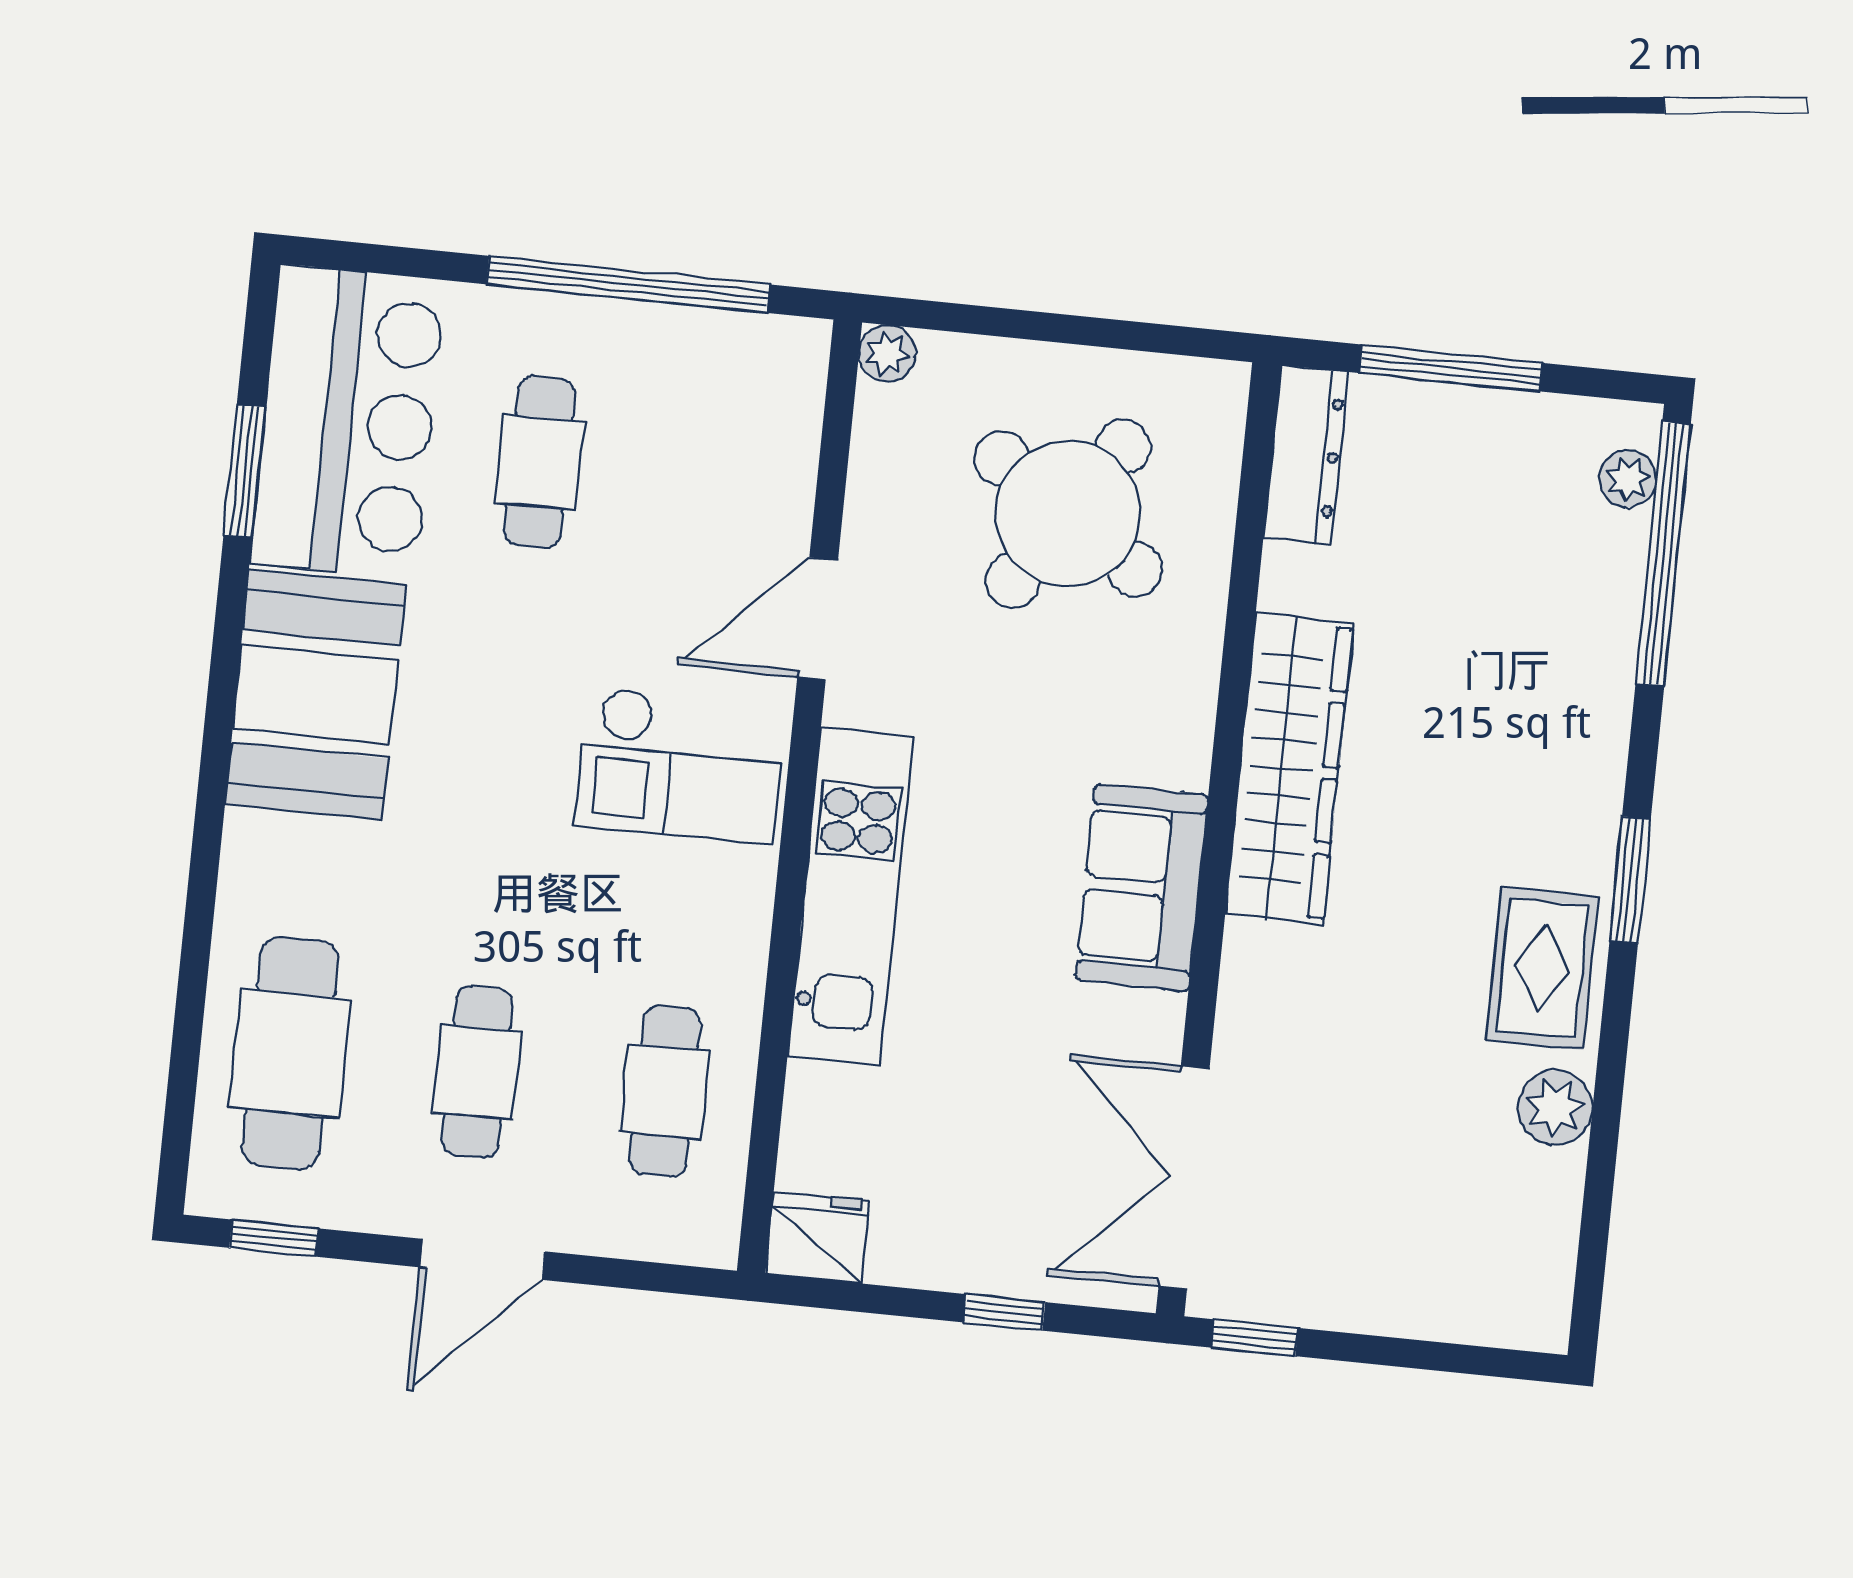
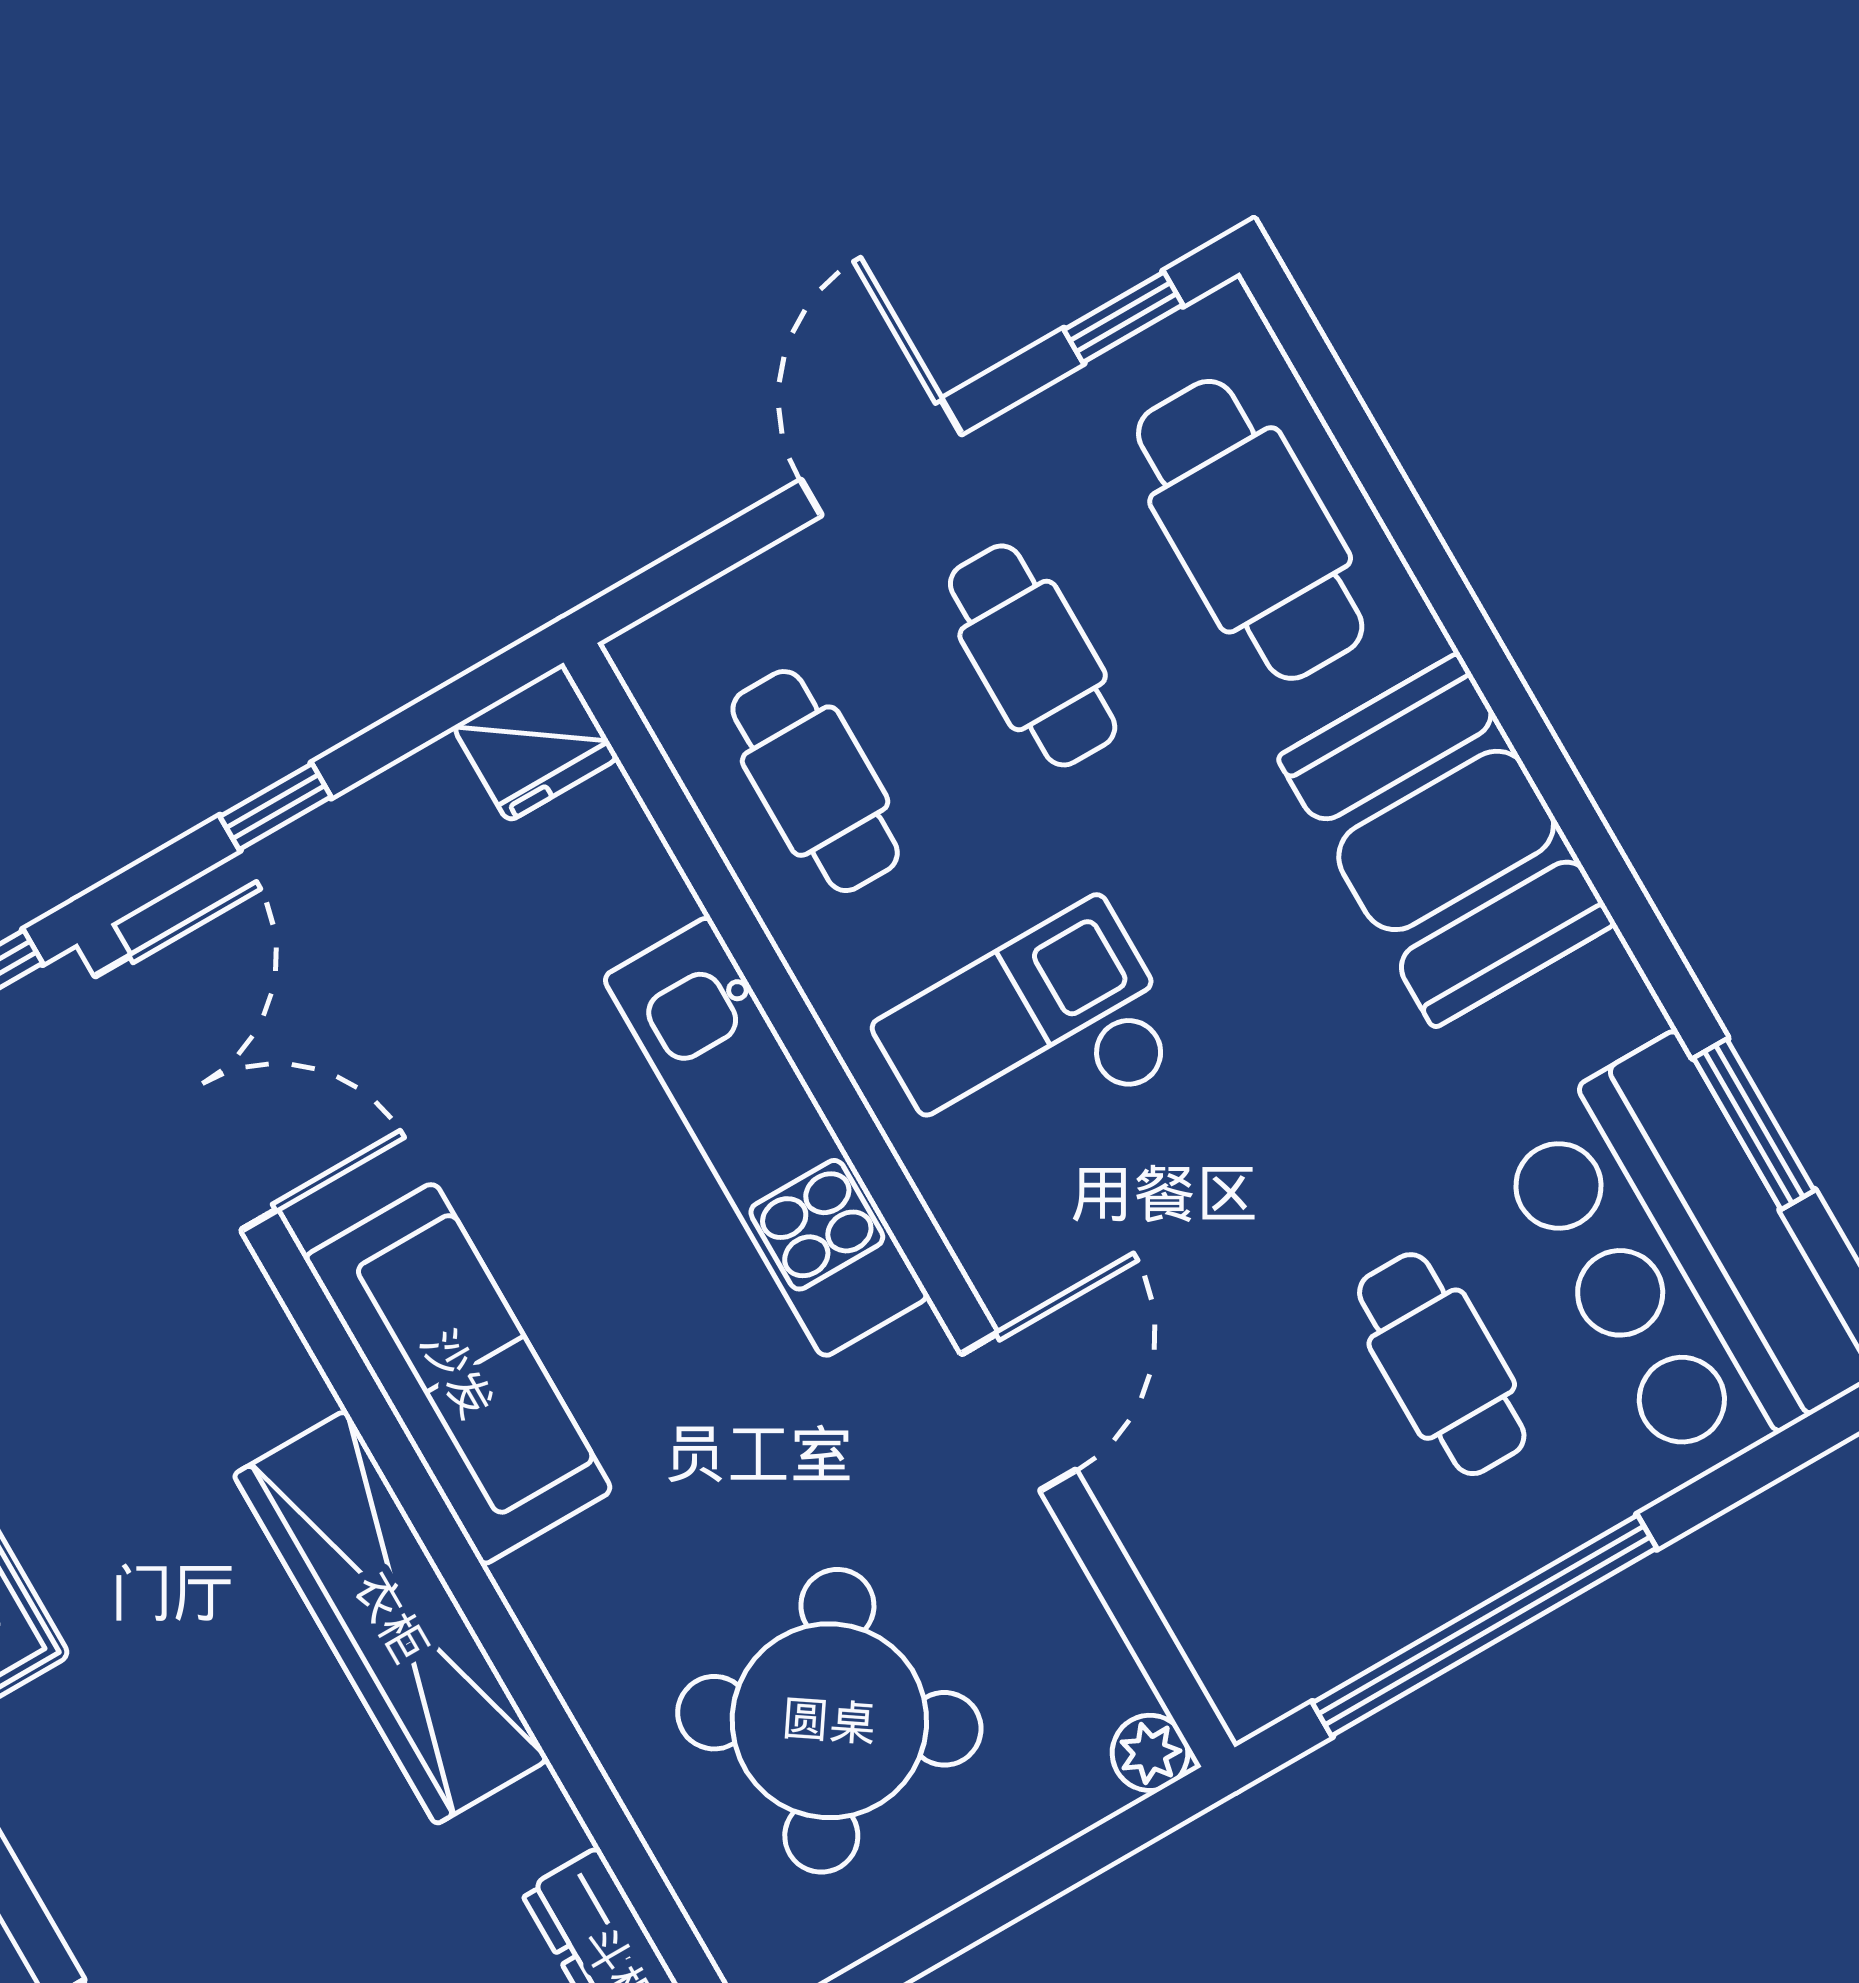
booth: (316, 694) -> (1446, 840), moved
checkout: (681, 765) -> (1031, 1039), moved
sofa: (1142, 887) -> (458, 1374), width x1.36

